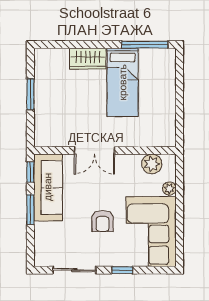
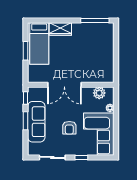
bed: (123, 82) -> (39, 43), moved
double door: (94, 150) -> (64, 85), width x1.37
sofa: (48, 187) -> (36, 122), moved

